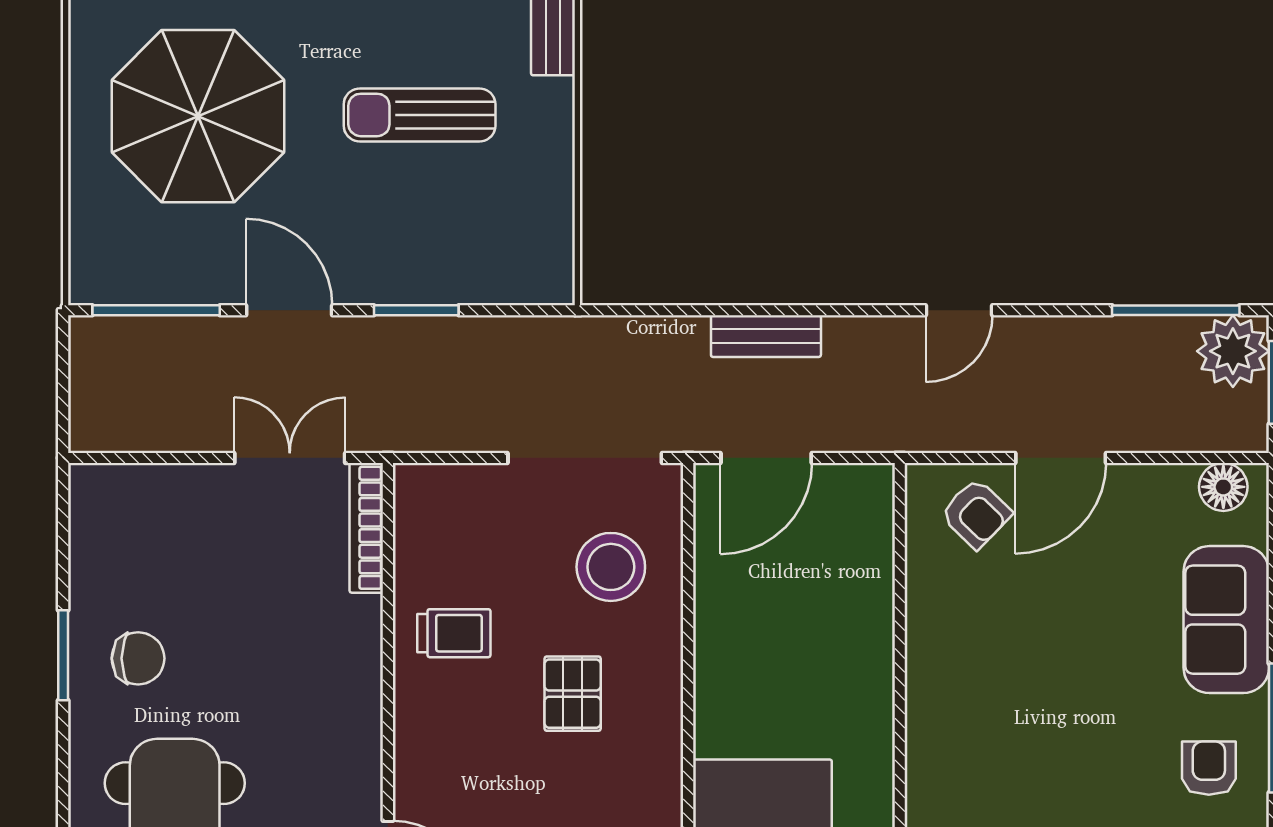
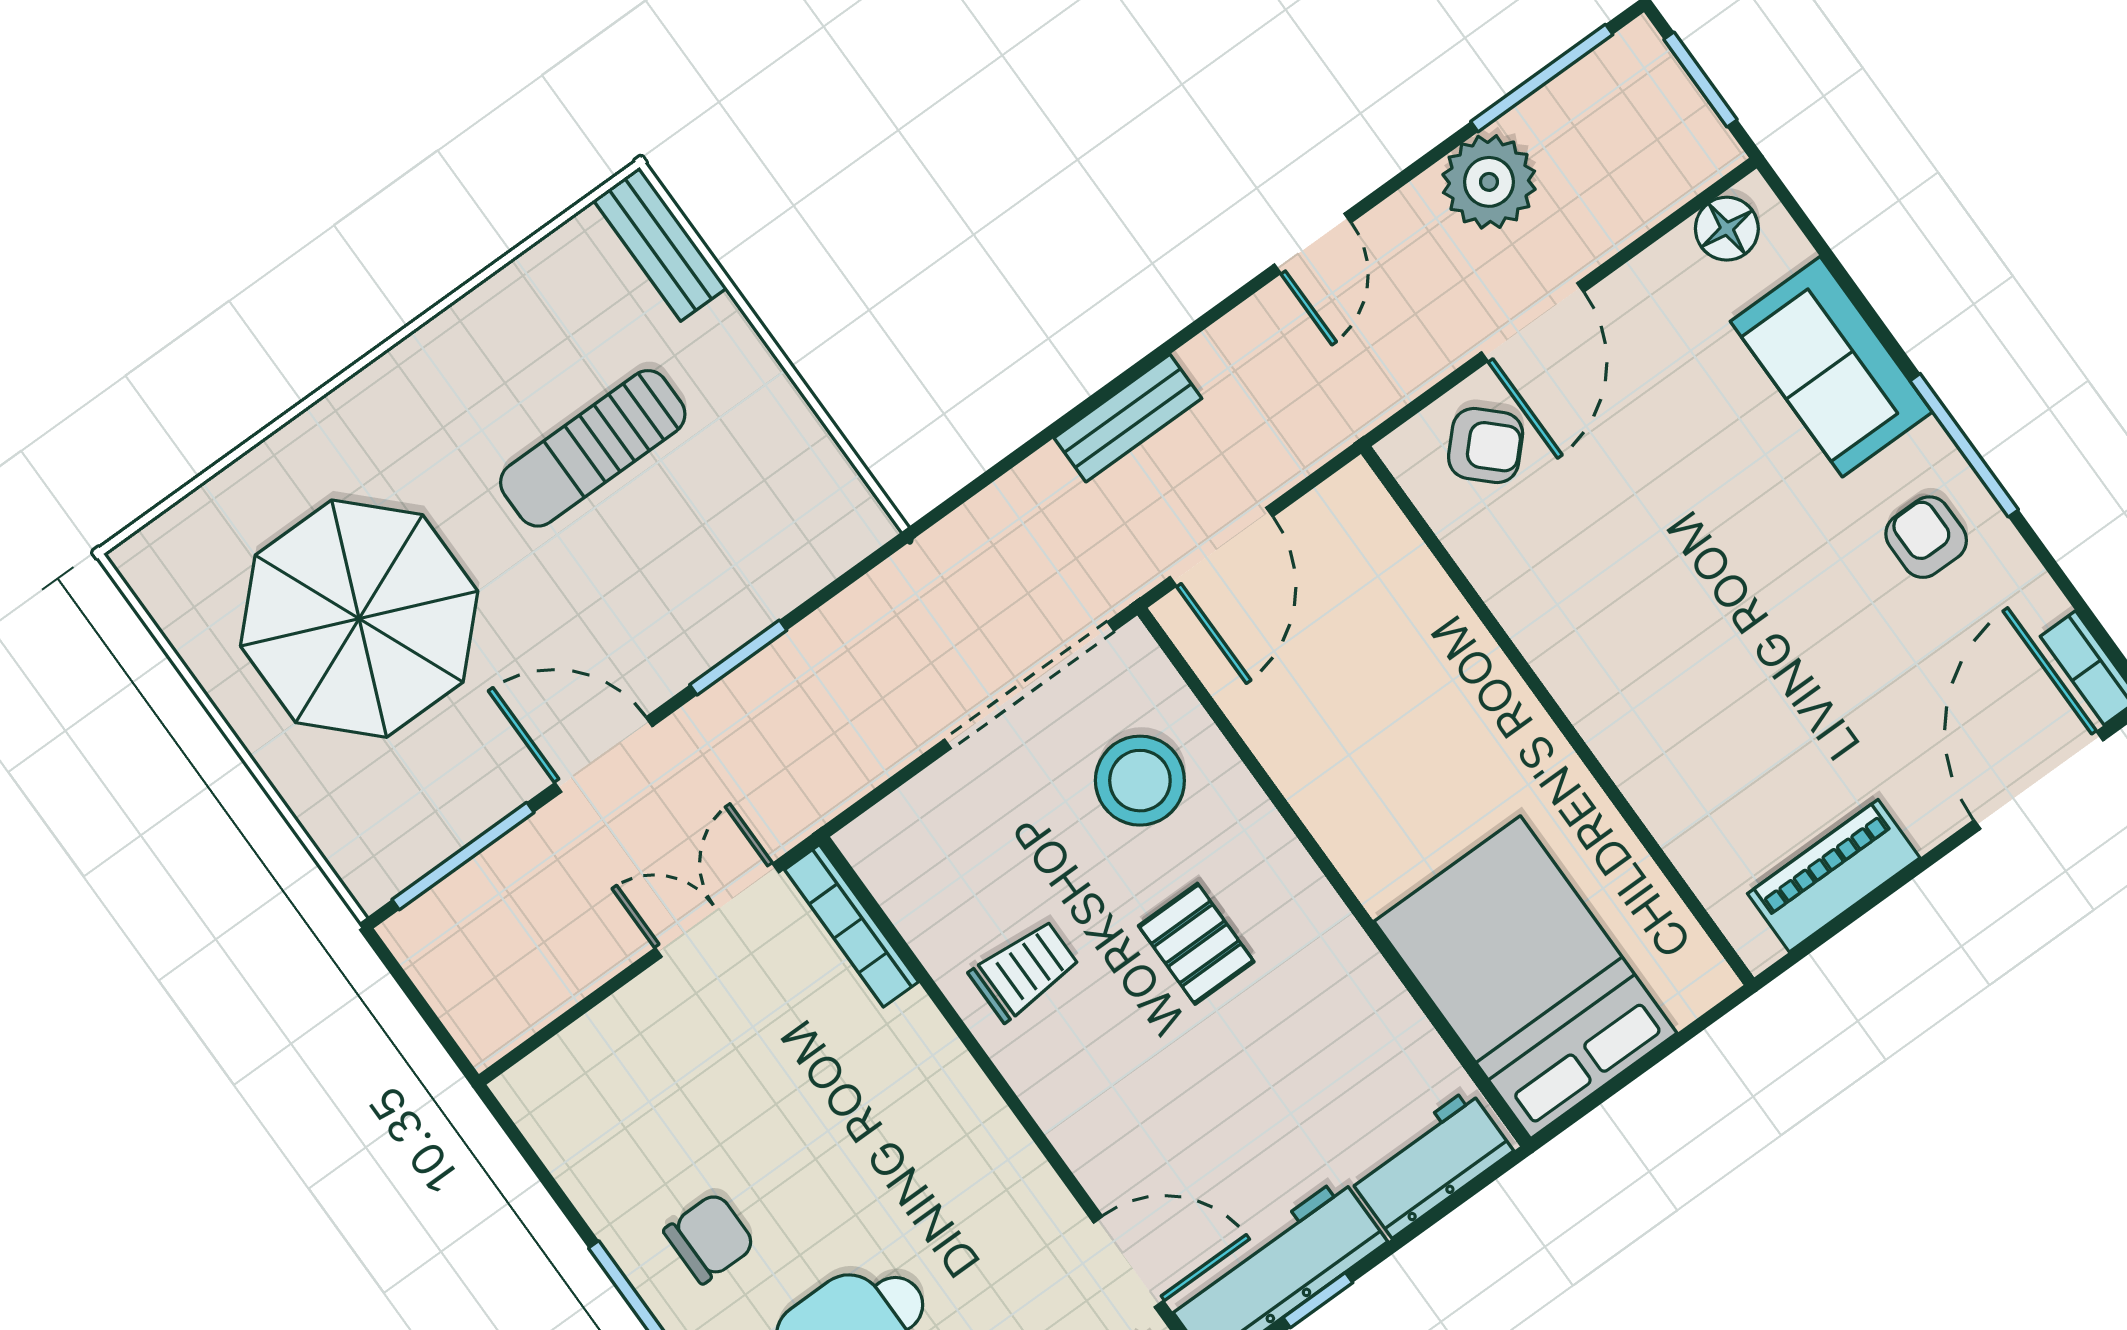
plant: (1233, 351) -> (1489, 182), moved

